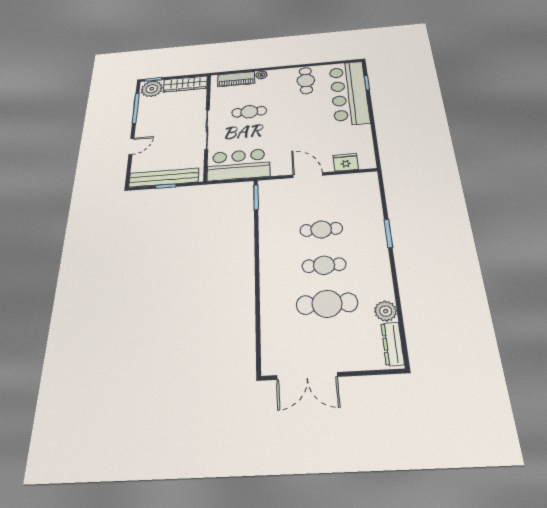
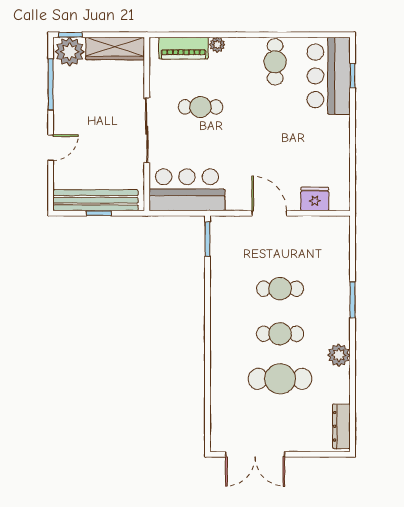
bar counter: (349, 93) -> (329, 76), width x0.73
plant: (386, 311) -> (339, 355), moved

